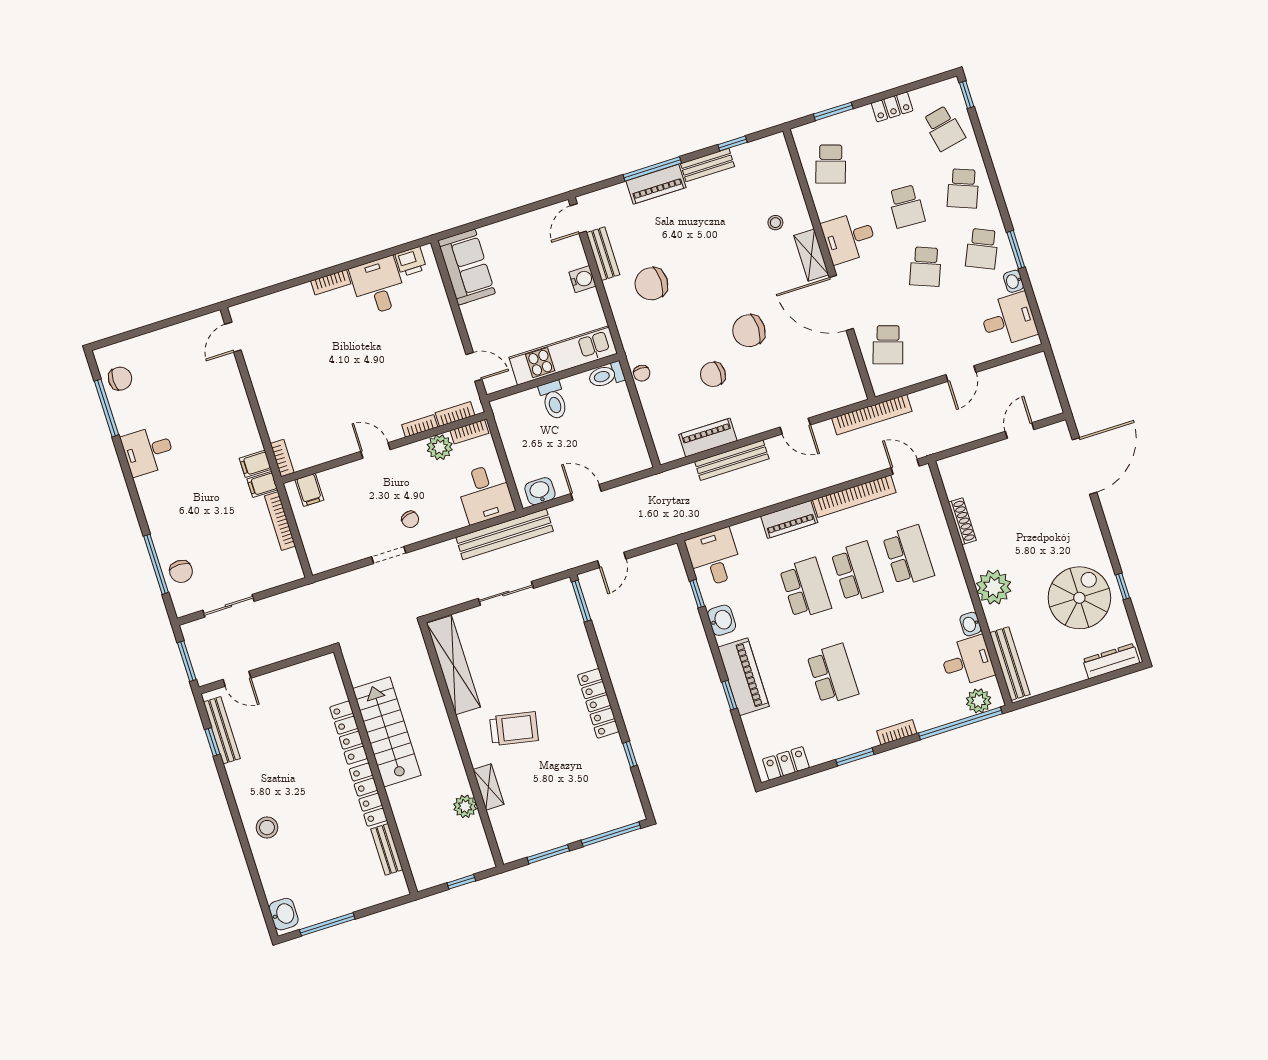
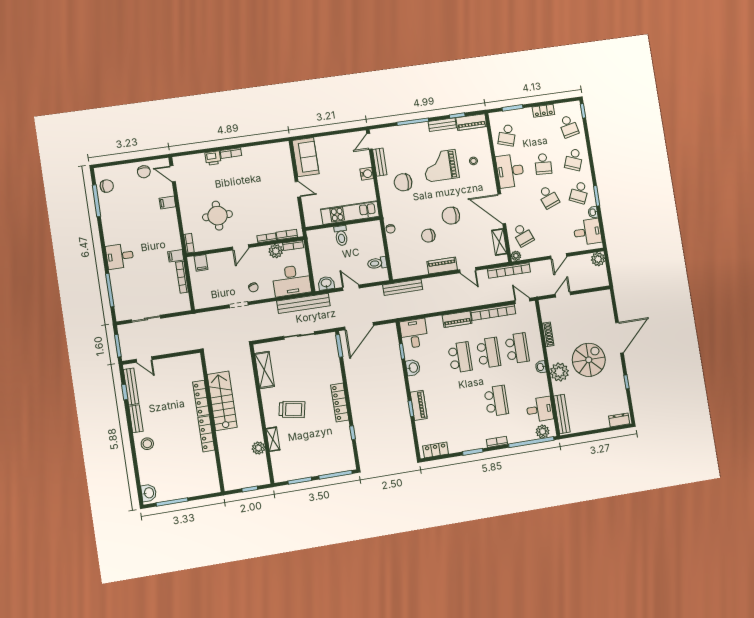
piano: (656, 184) -> (471, 122), moved
desk: (849, 238) -> (510, 171), width x1.37
grand piano: (716, 242) -> (441, 166), added
shelving: (811, 255) -> (499, 242), moved
printer: (411, 262) -> (213, 158), moved
school desk: (925, 267) -> (548, 197), turned -42
desk: (378, 286) -> (256, 159), removed
door: (233, 337) -> (173, 174), hinge flipped
school desk: (888, 345) -> (523, 235), turned -39
door: (474, 367) -> (298, 189), moved
plant: (1036, 367) -> (598, 259), added
toilet: (606, 375) -> (377, 263), moved
plant: (881, 386) -> (516, 256), added
round table: (325, 400) -> (217, 216), added
door: (1020, 430) -> (563, 295), moved
piano: (708, 438) -> (442, 266), moved
door: (375, 450) -> (241, 247), swing flipped
desk: (148, 451) -> (120, 256), moved
bench: (732, 460) -> (403, 287), moved
filing cabinet: (255, 464) -> (167, 202), moved
door: (1084, 466) -> (619, 338), moved
desk: (485, 493) -> (291, 281), width x1.37
door: (612, 560) -> (359, 326), width x1.87
chair: (181, 571) -> (144, 172), moved
spiral stairs: (1079, 598) -> (589, 360), moved
washbasin: (970, 624) -> (541, 367), moved
dresser: (1111, 661) -> (619, 420), width x0.70
shelving: (454, 665) -> (264, 370), width x0.68
school desk: (833, 674) -> (496, 401), moved
piano: (743, 677) -> (419, 405), width x0.73, depth x0.75
bench: (387, 849) -> (136, 419), moved

